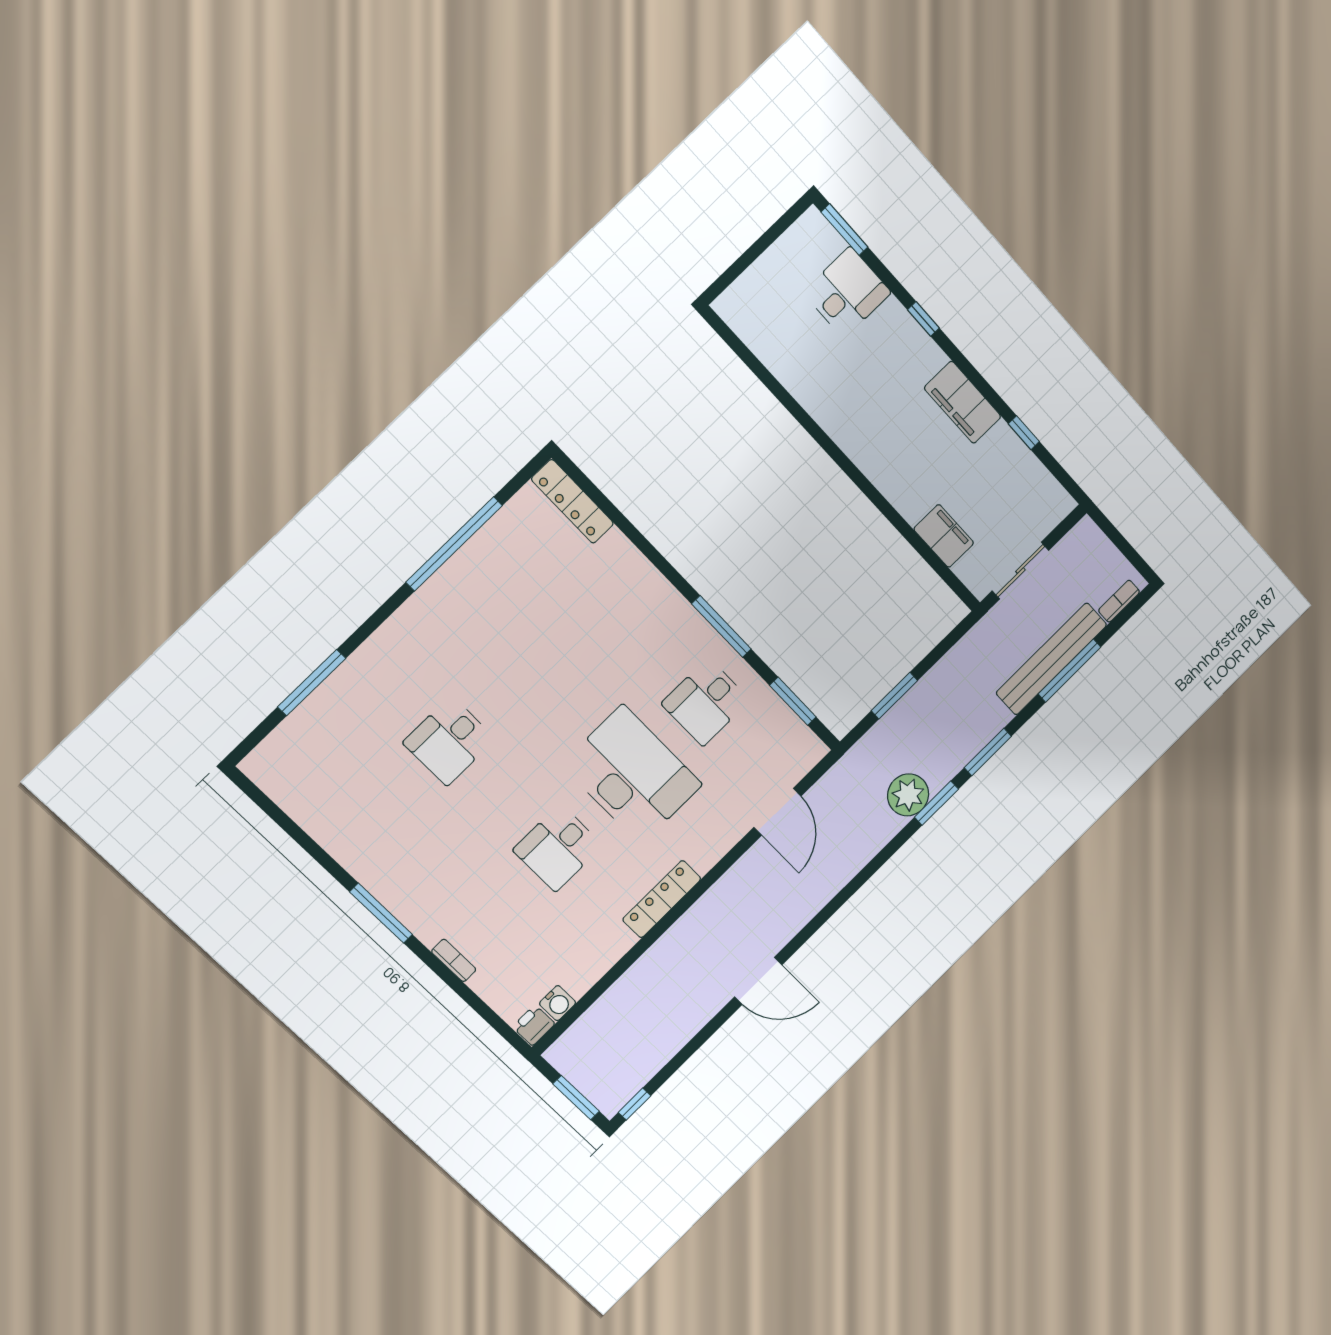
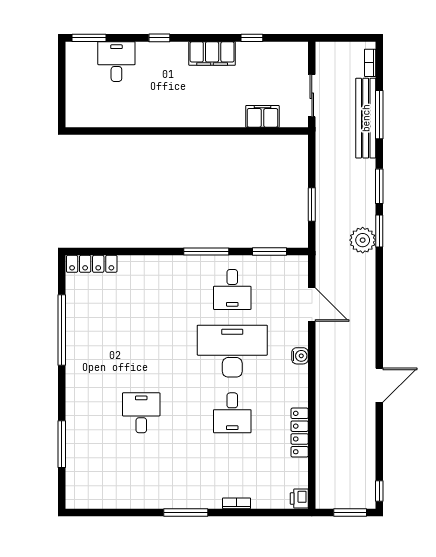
desk: (449, 741) -> (141, 413), turned 180
locker: (662, 899) -> (300, 433), moved
water cooler: (558, 1003) -> (300, 356), moved

